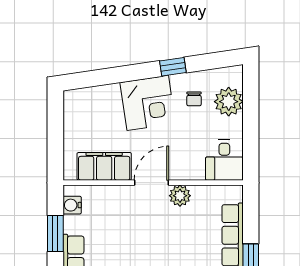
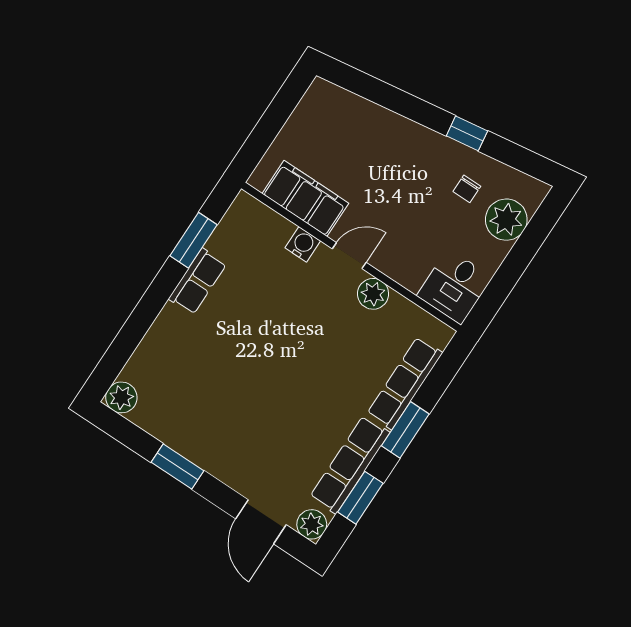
corner desk: (148, 103) -> (408, 157), removed
door: (152, 183) -> (349, 256), width x0.73
water cooler: (72, 205) -> (303, 244), moved, turned 90

